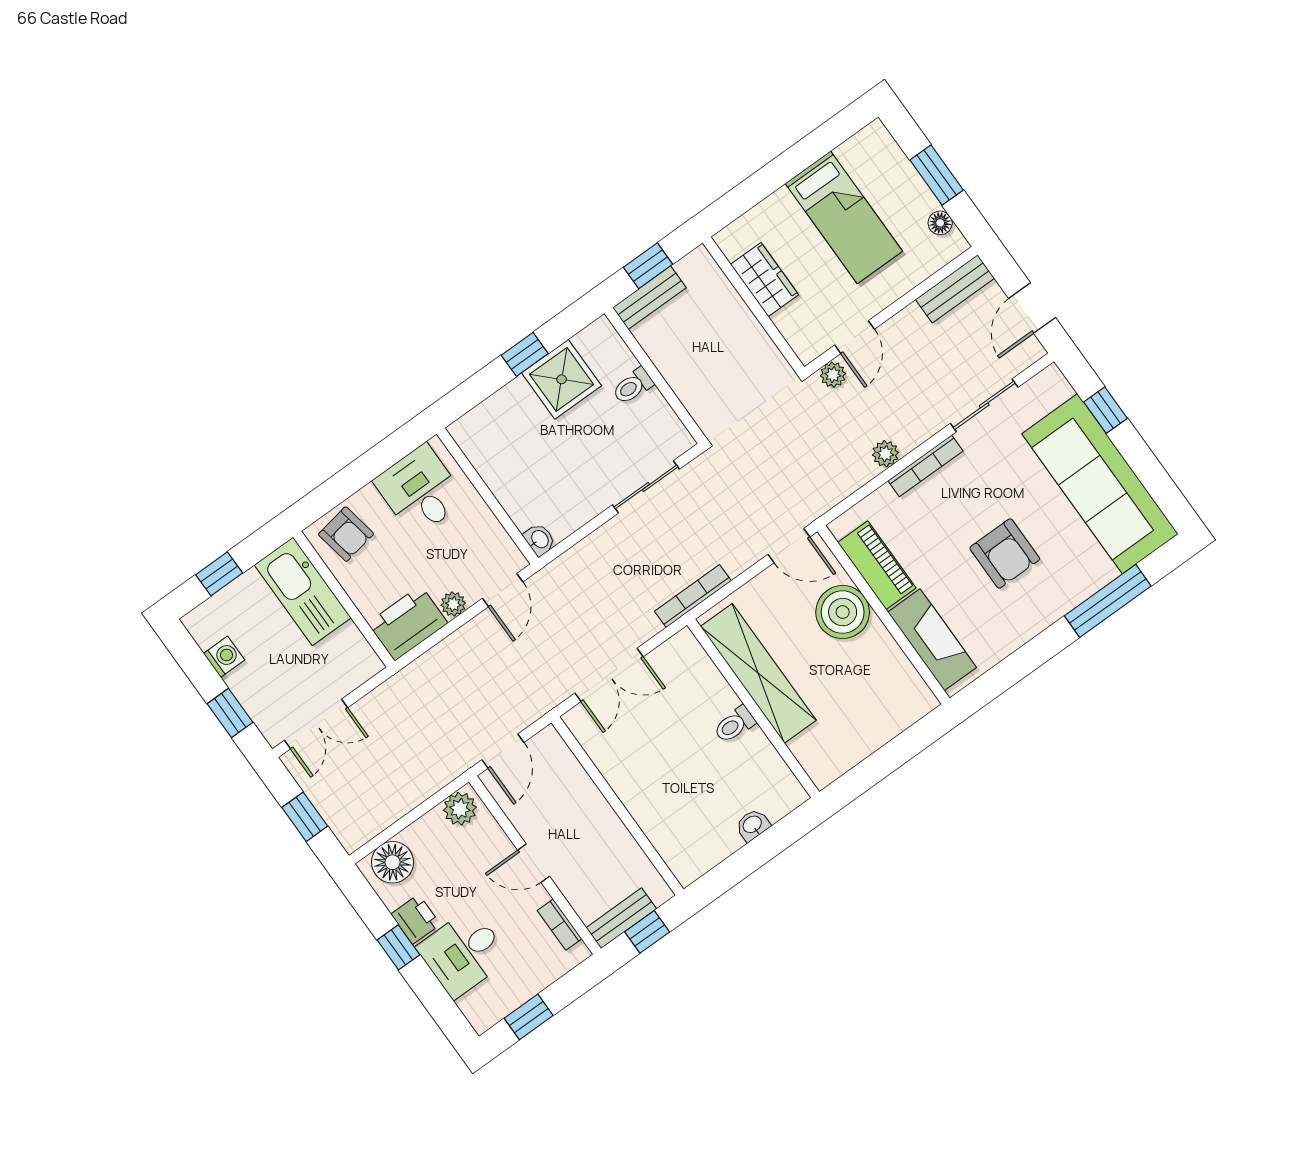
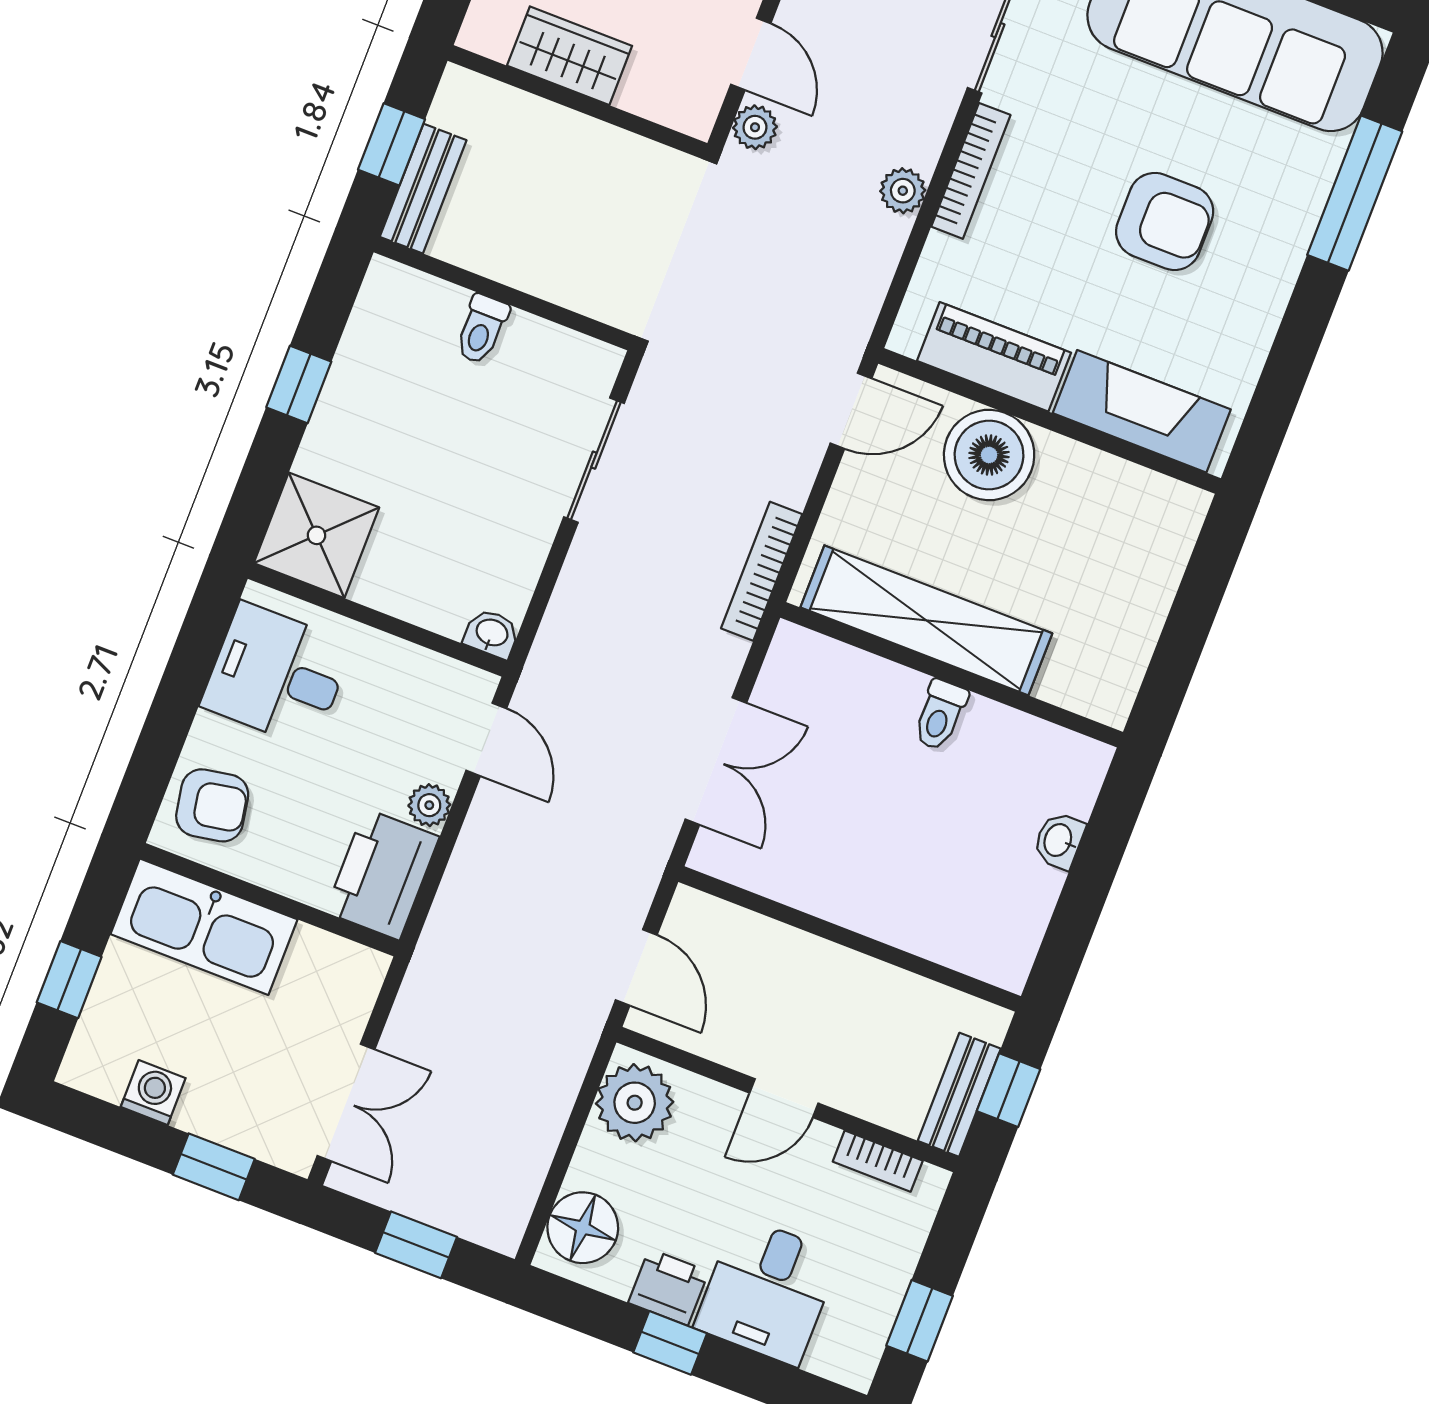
shower: (562, 379) -> (316, 535), moved
plant: (460, 809) -> (635, 1103), width x1.36, depth x1.36

